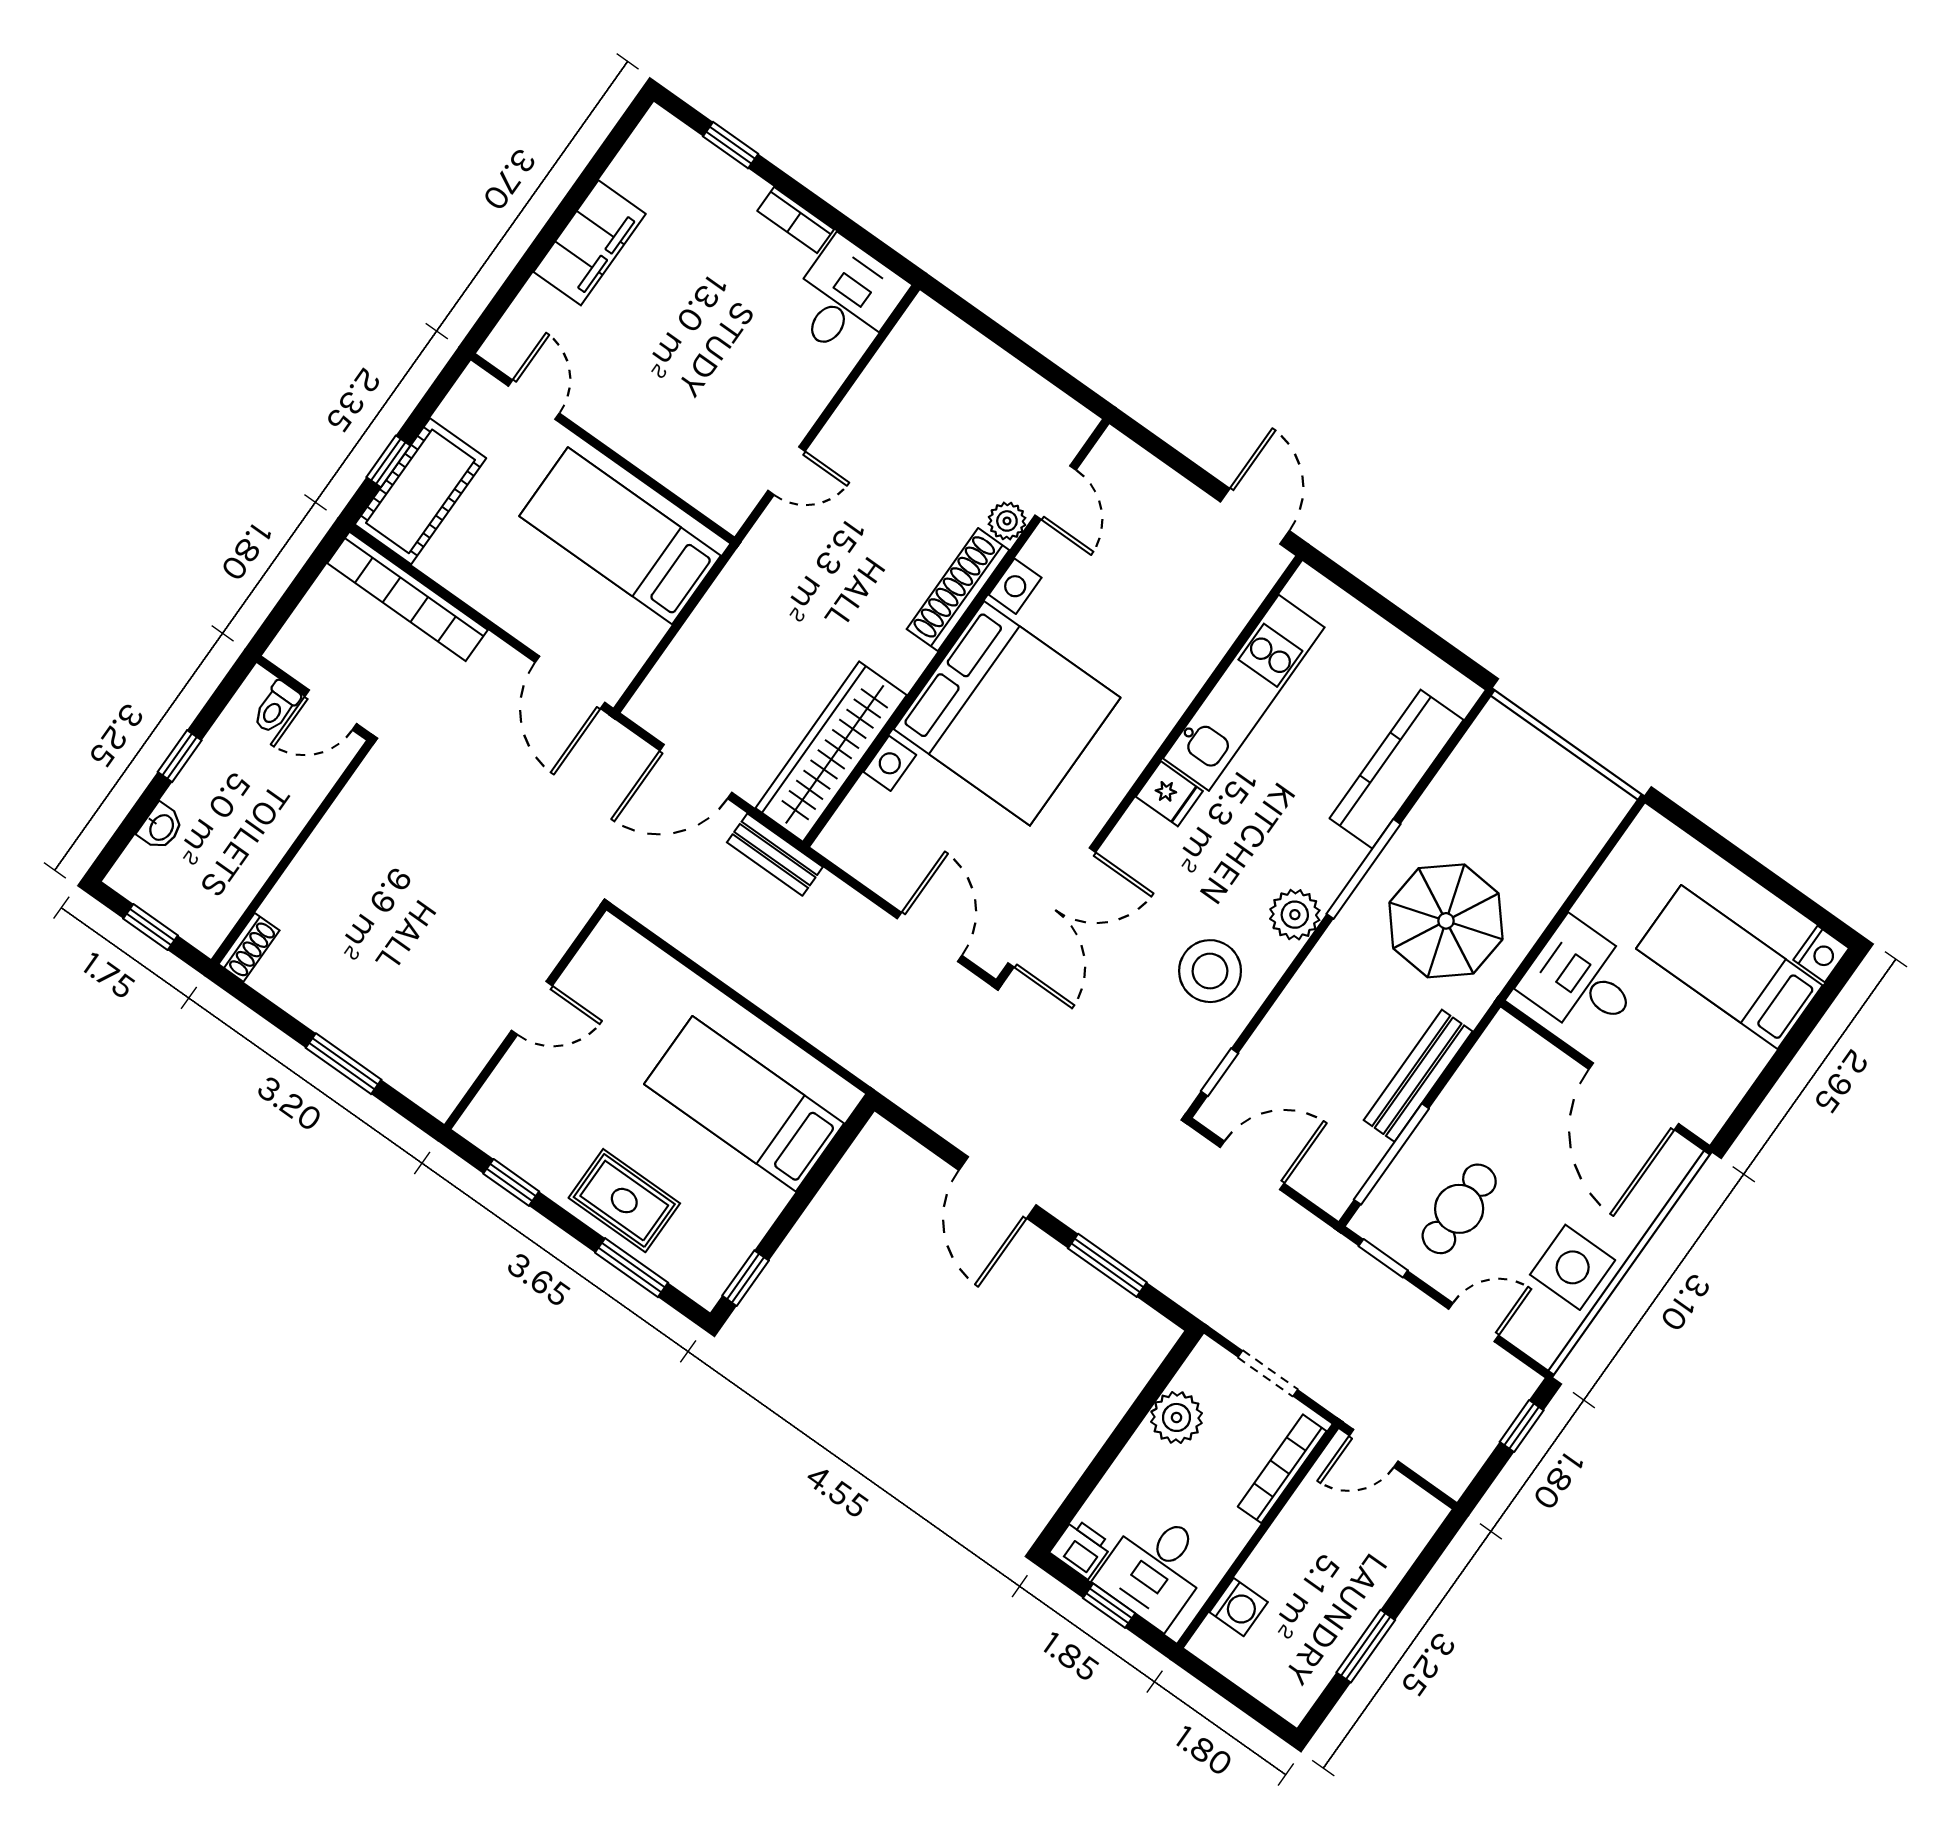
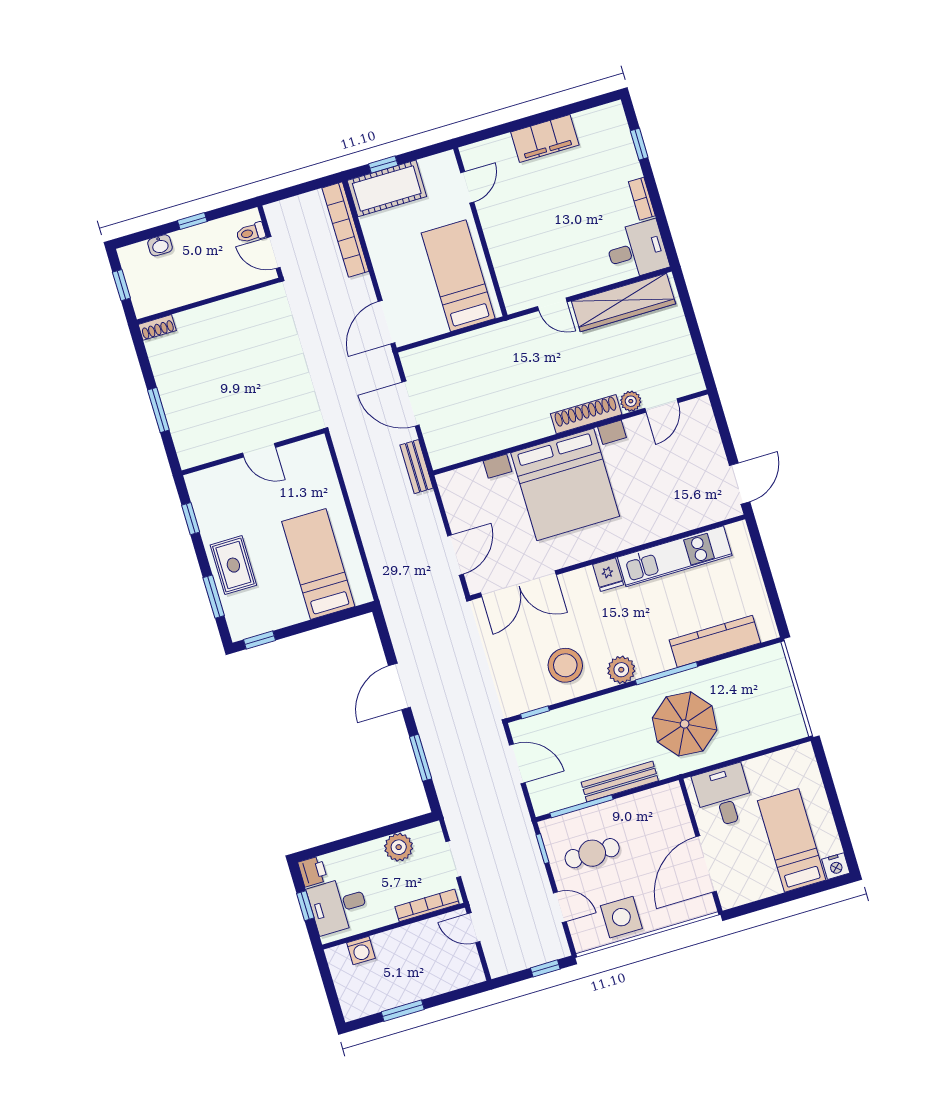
wardrobe: (831, 752) -> (623, 303), moved, turned 180

